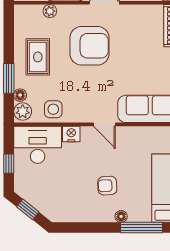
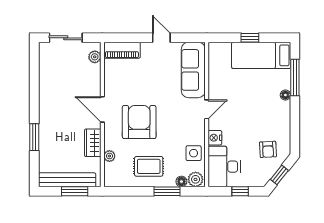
armchair: (107, 186) -> (268, 149), moved

